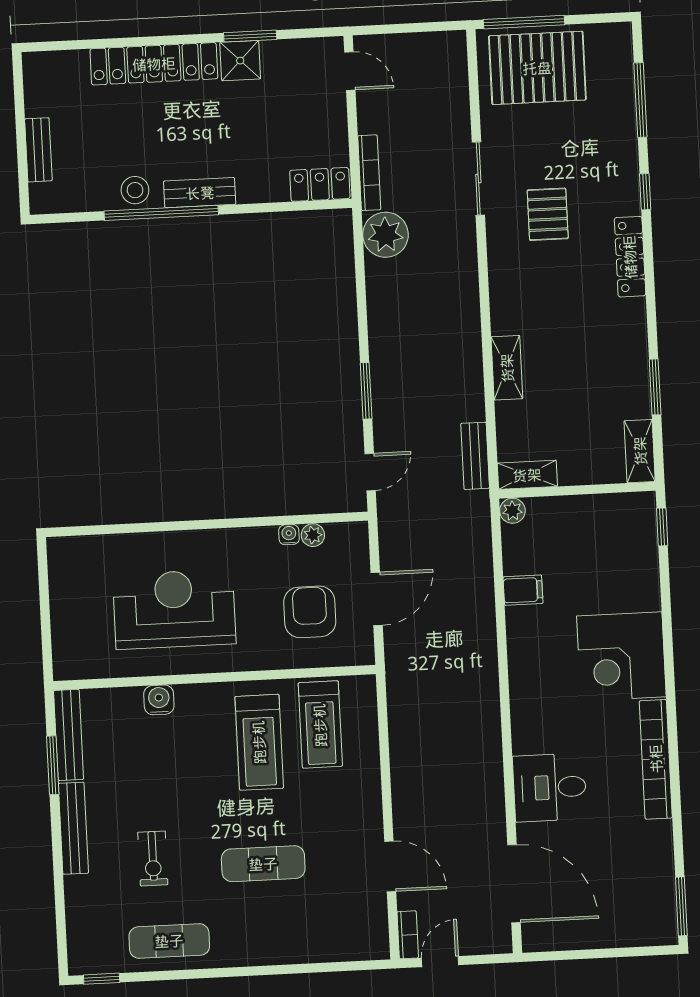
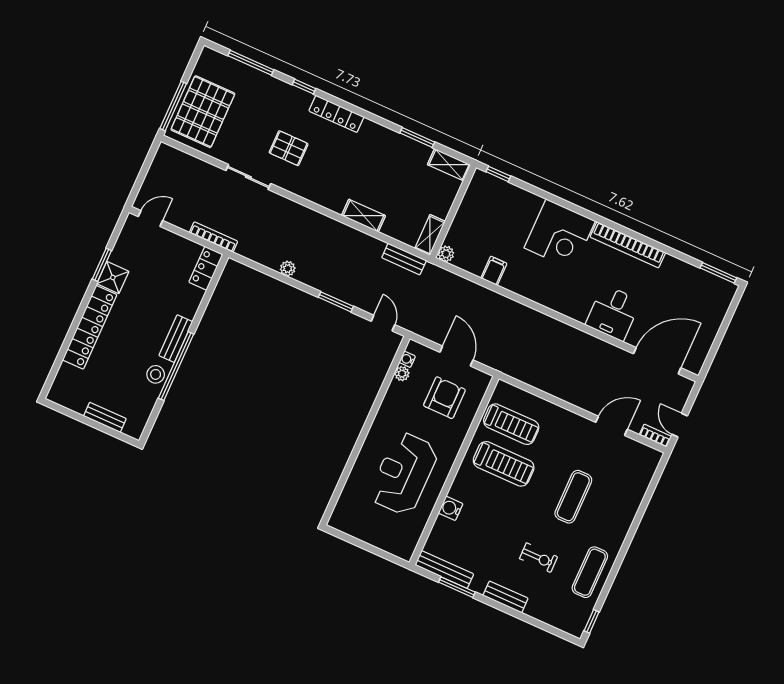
plant: (386, 235) -> (288, 269), moved, width x0.53, depth x0.53
water cooler: (289, 535) -> (407, 359), moved
armchair: (310, 612) -> (444, 398), turned 90
bench: (73, 828) -> (505, 597), width x0.73

